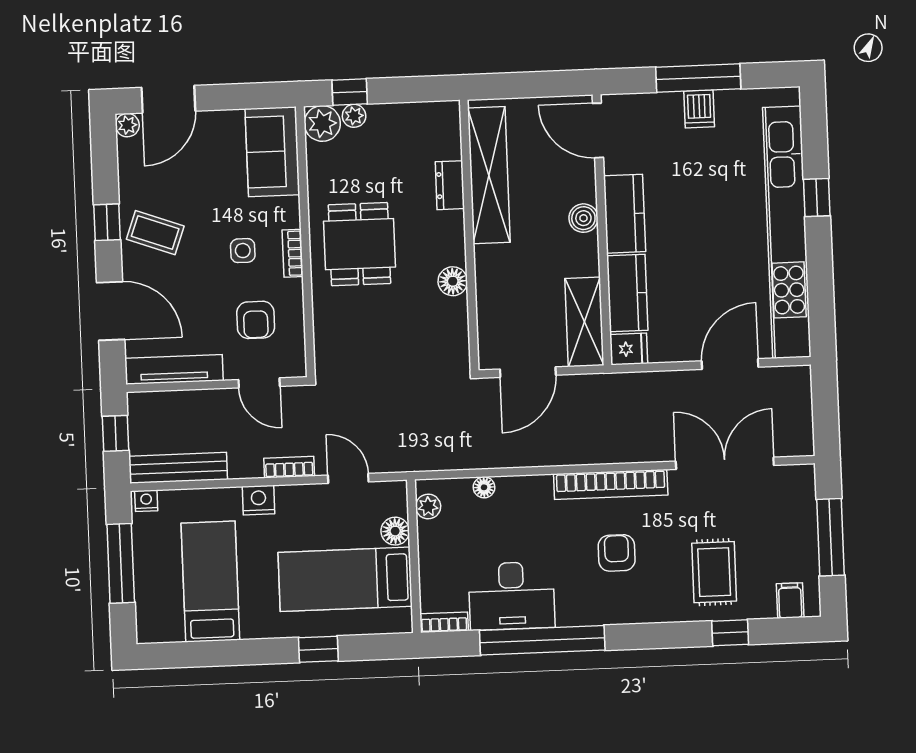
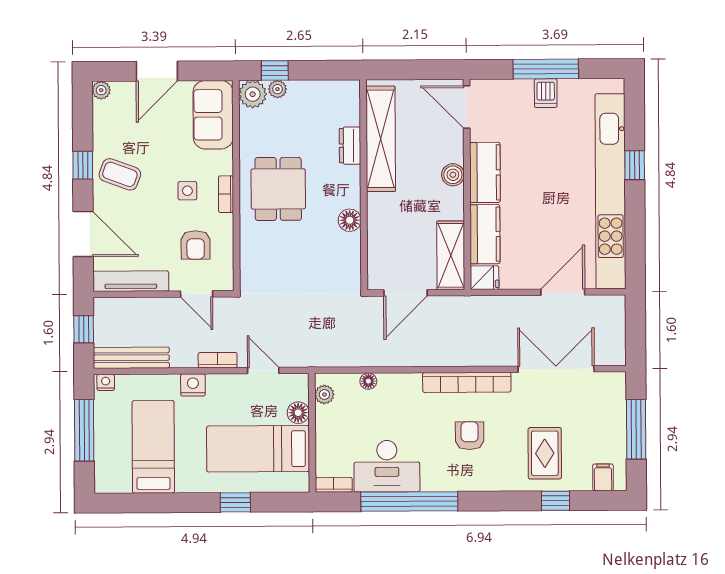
door: (168, 99) -> (157, 71), moved

